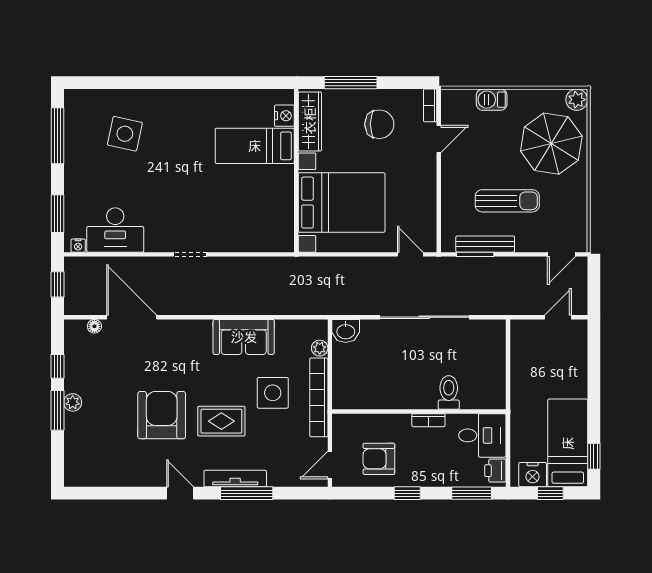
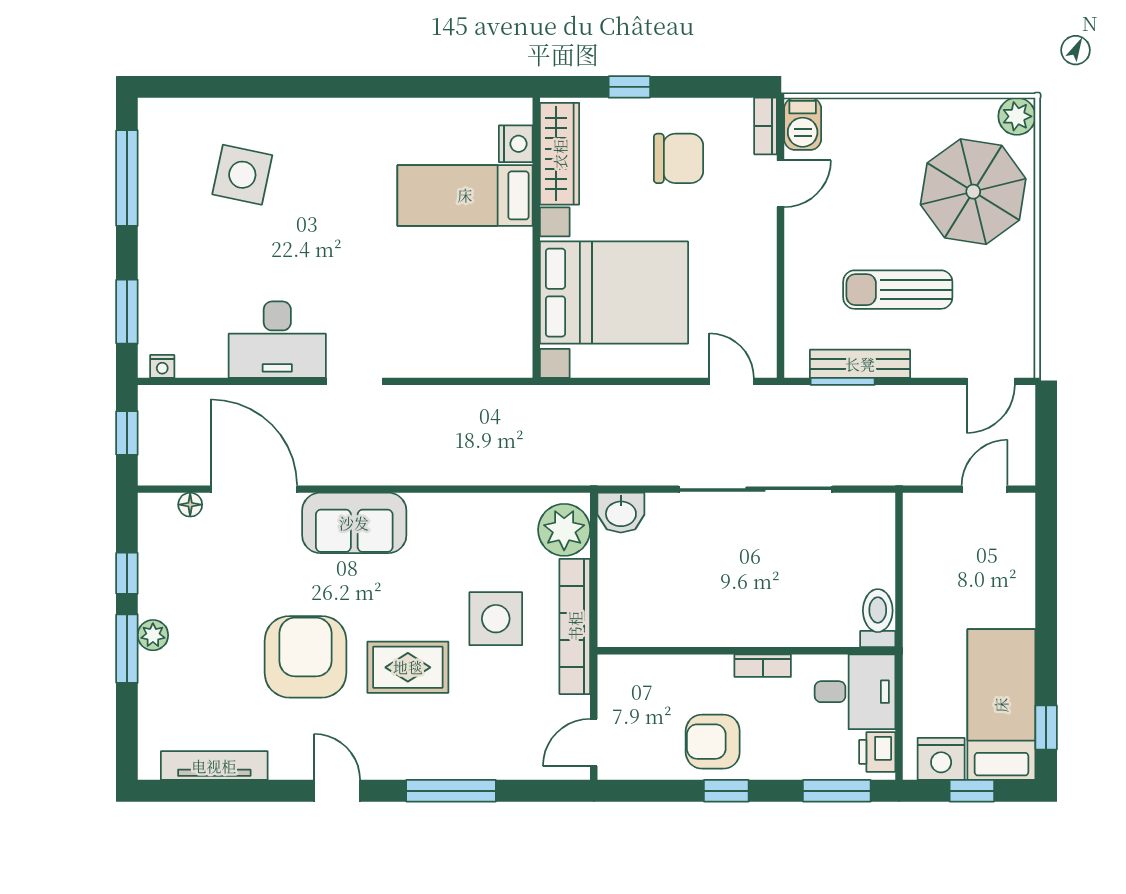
window: (351, 83) -> (629, 87), width x0.46
barbecue: (492, 100) -> (803, 124), moved, turned -90
sun lounger: (507, 201) -> (898, 290), turned 180
desk: (115, 230) -> (277, 340), moved
sofa: (244, 337) -> (354, 523), moved
plant: (320, 348) -> (564, 530), width x1.88, depth x1.88
toilet: (449, 392) -> (878, 618), moved
armchair: (379, 459) -> (713, 742), moved
tv unit: (235, 479) -> (214, 766), moved

